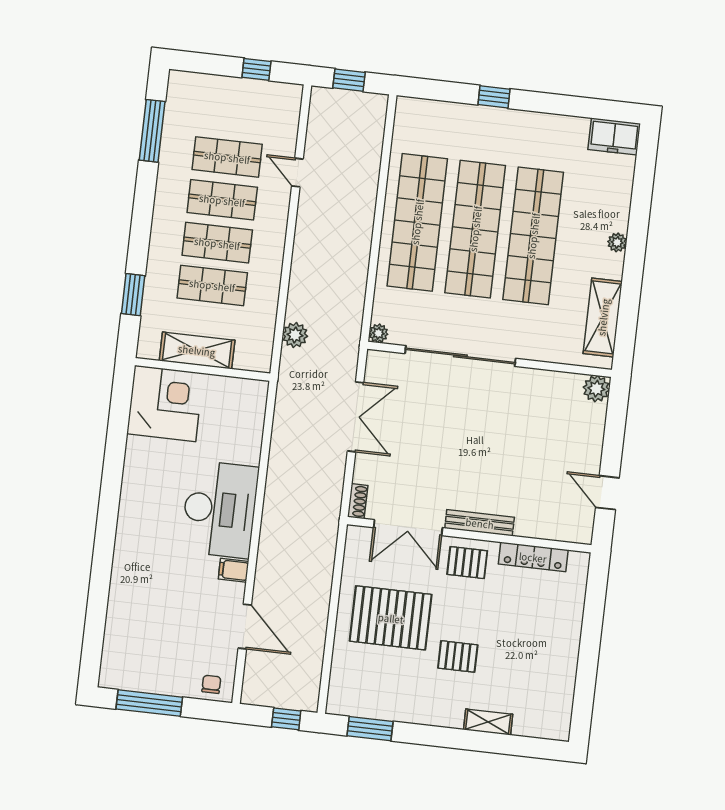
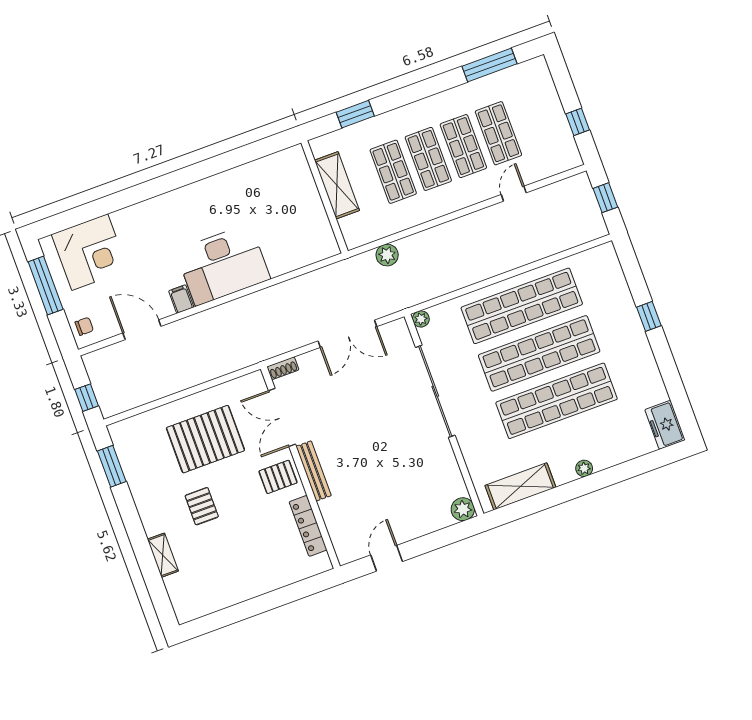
corner desk: (165, 404) -> (90, 252), moved
pallet: (467, 563) -> (278, 477), turned 90
pallet: (391, 618) -> (205, 439), turned 90
door: (245, 627) -> (142, 330), swing flipped

